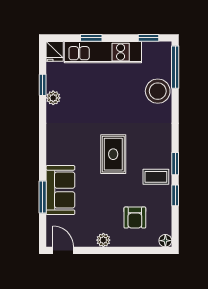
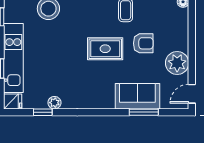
armchair: (135, 218) -> (143, 43), moved
plant: (103, 240) -> (177, 63), width x1.87, depth x1.87

